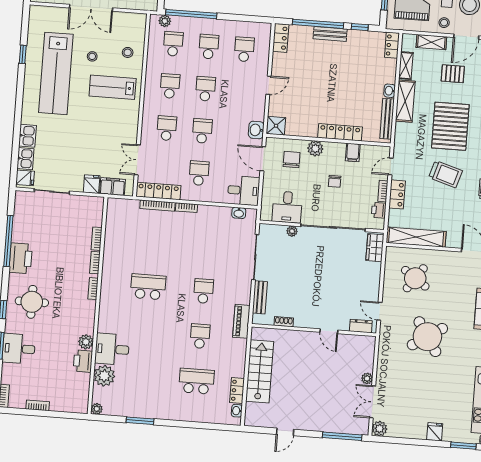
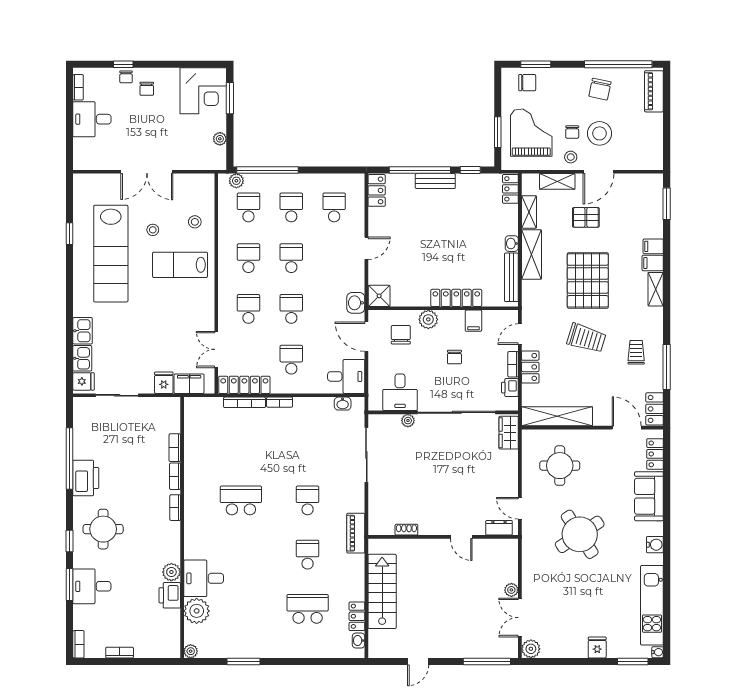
round table: (415, 278) -> (560, 466), turned -35
bench: (260, 297) -> (376, 503), removed

